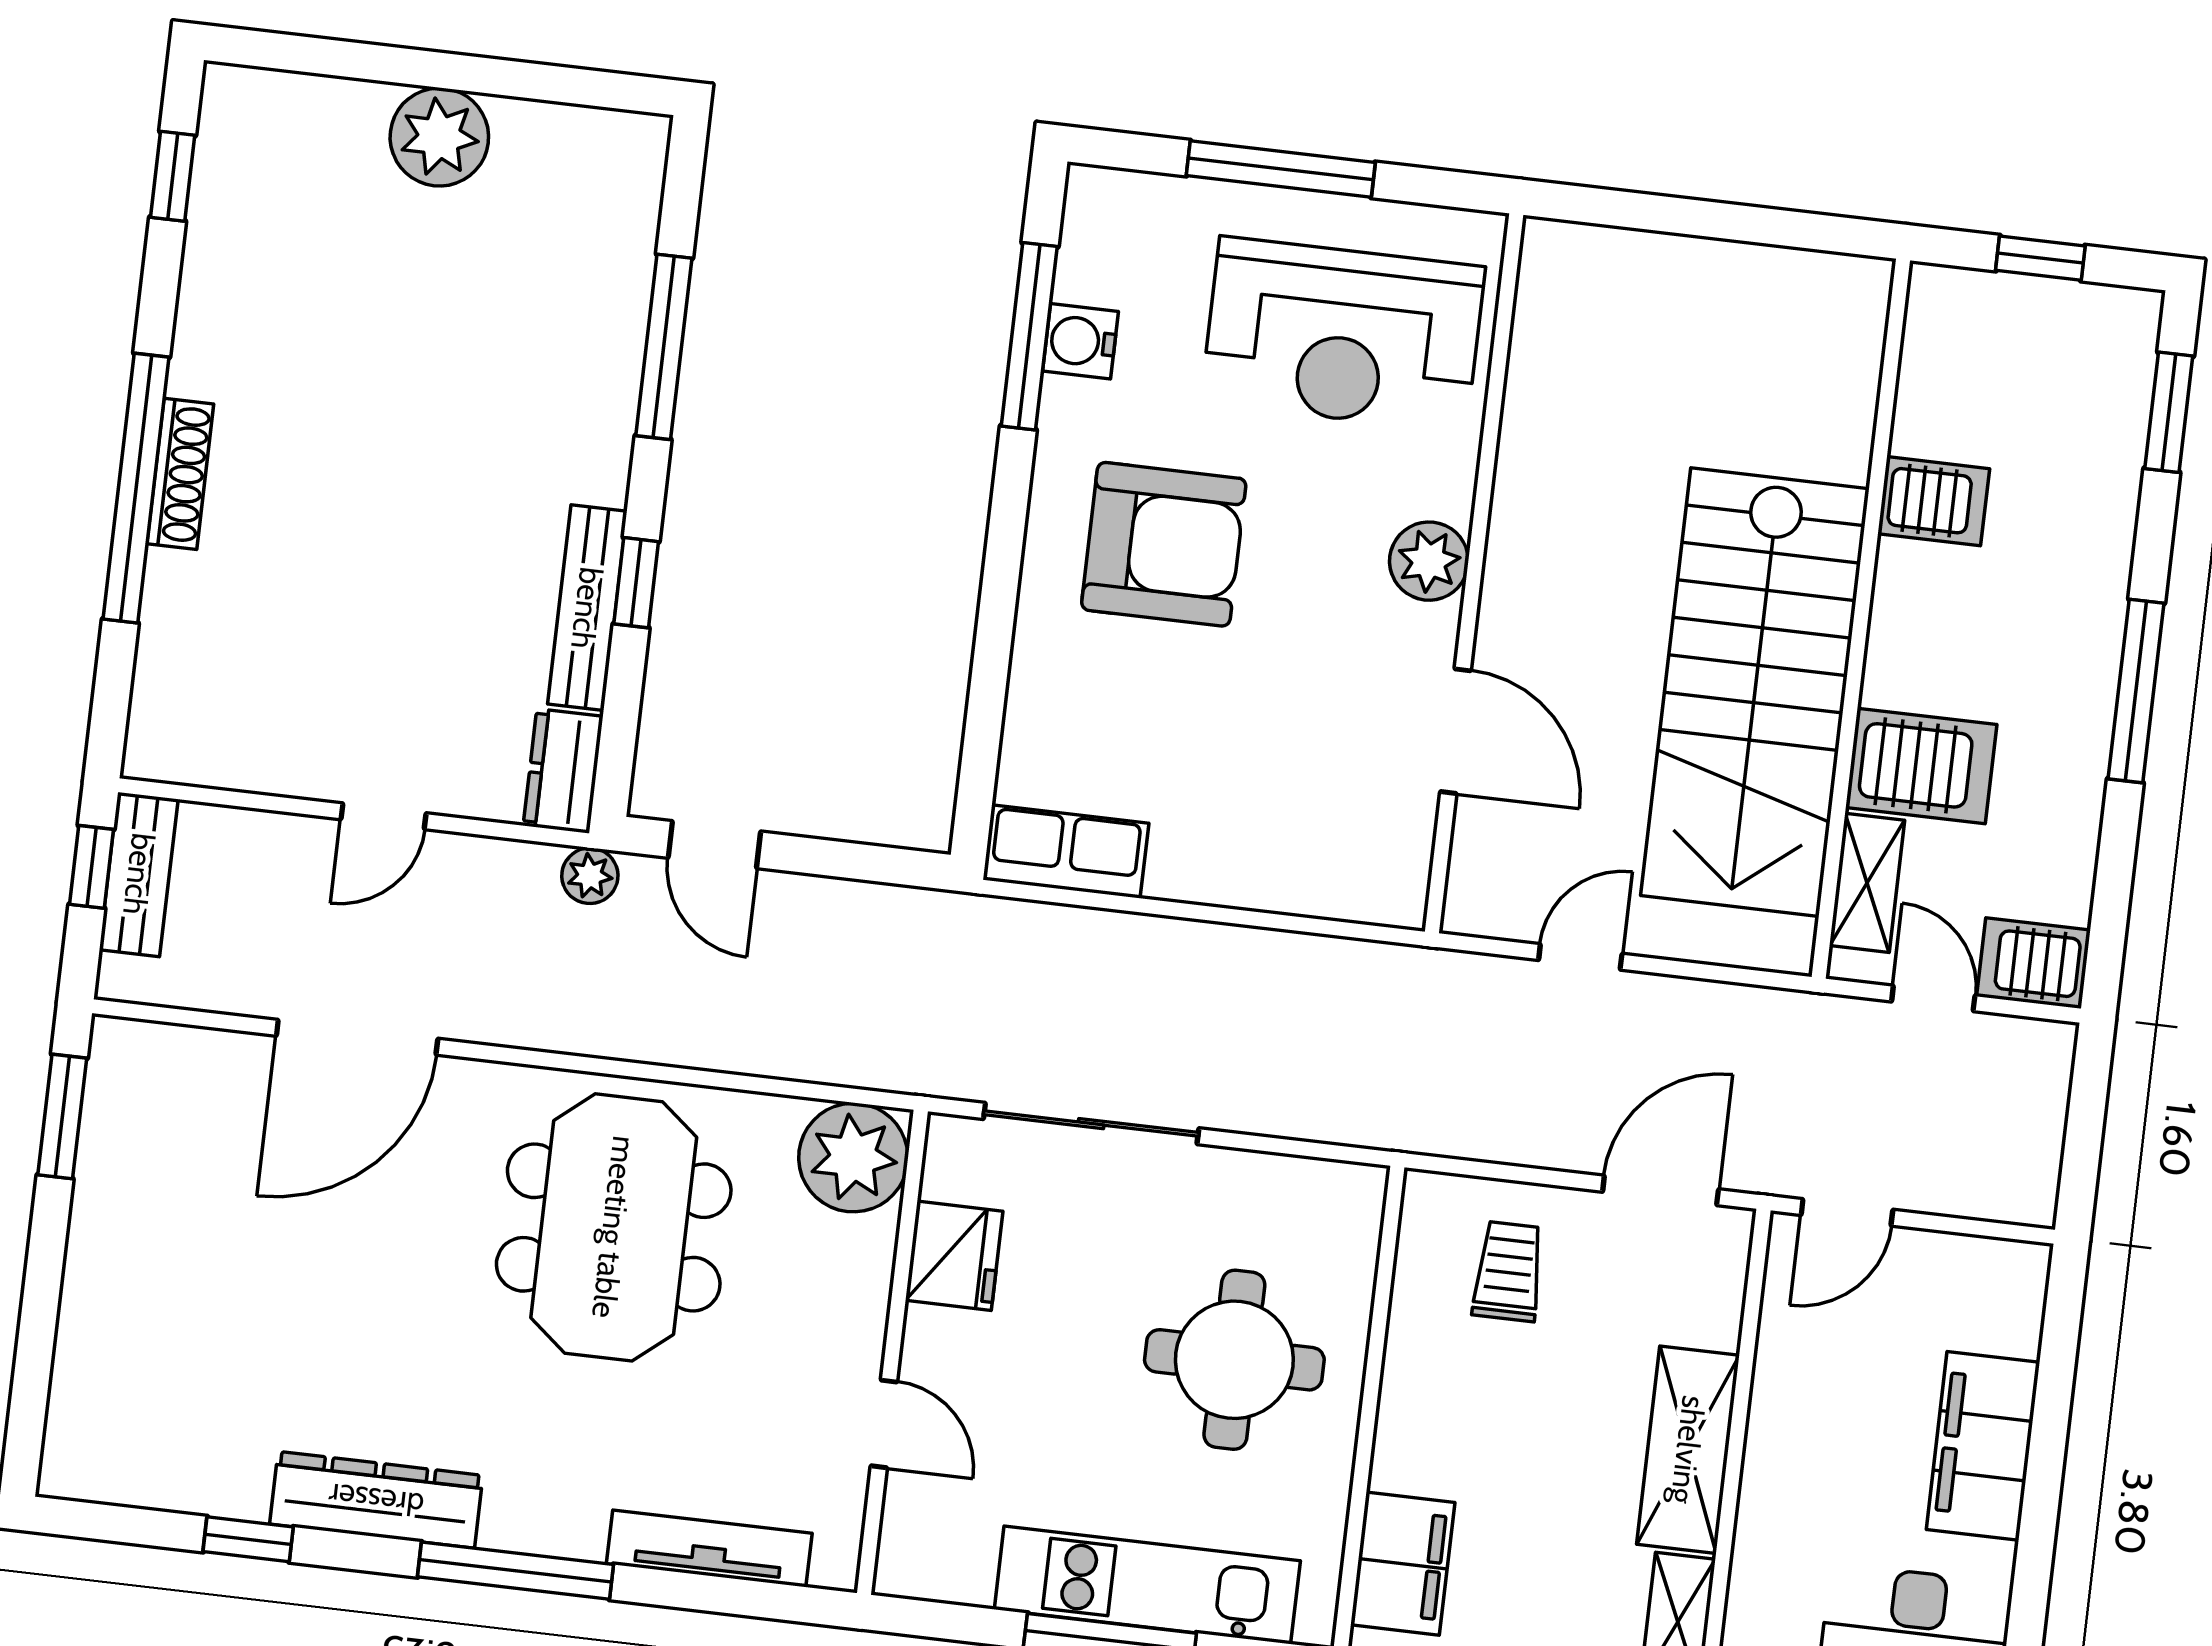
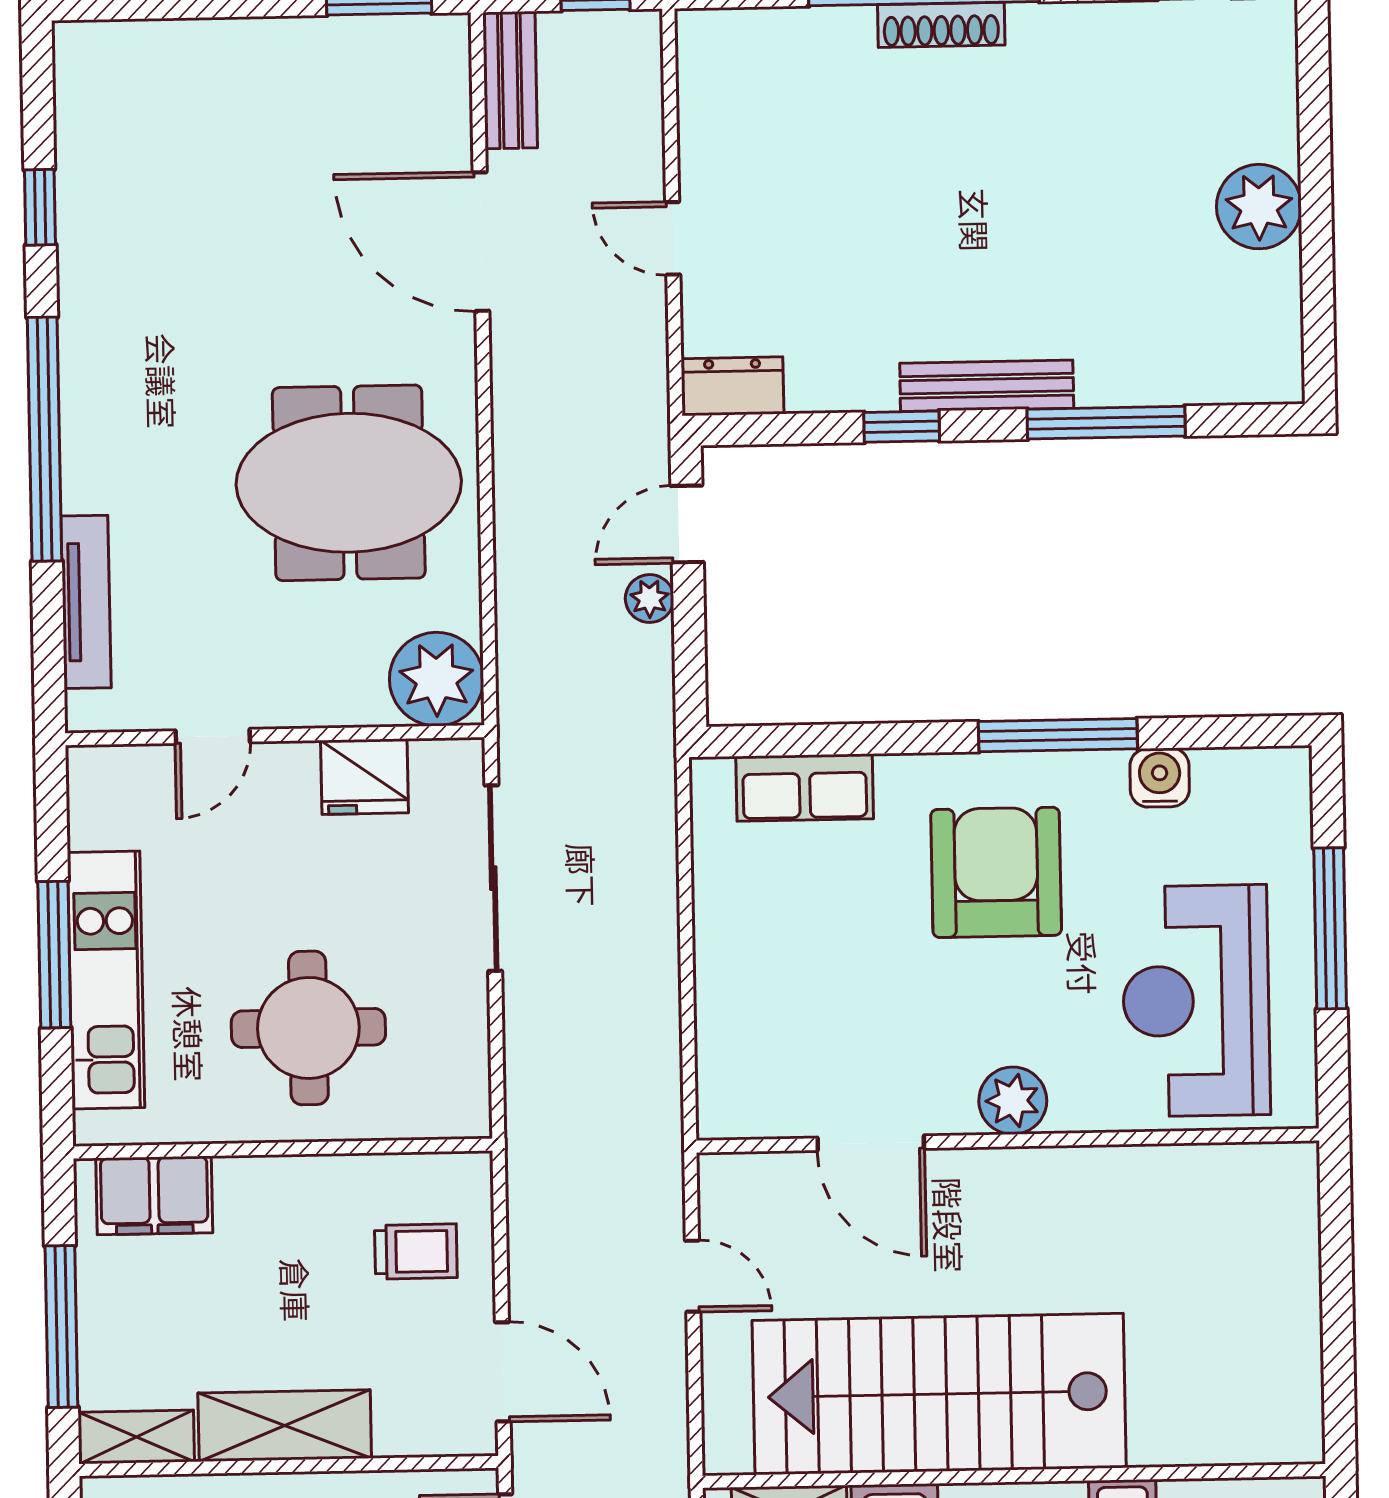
window: (1029, 336) -> (1058, 735), moved
armchair: (1164, 544) -> (996, 872), turned 180
bench: (587, 608) -> (987, 386), moved
door: (1456, 731) -> (871, 1143), hinge flipped
row of seats: (1066, 851) -> (805, 788), moved, turned 90
bench: (139, 874) -> (510, 80), moved, turned 90
plant: (590, 876) -> (650, 599), moved
dresser: (376, 1500) -> (89, 312), removed
window: (516, 1571) -> (44, 439), width x1.46

